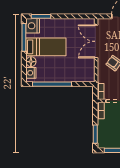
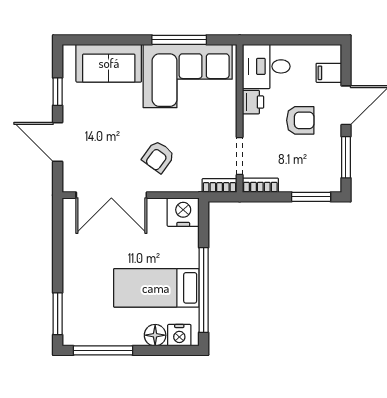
nightstand: (33, 26) -> (183, 212), moved, turned 180
bed: (46, 47) -> (156, 288), moved, turned -90

